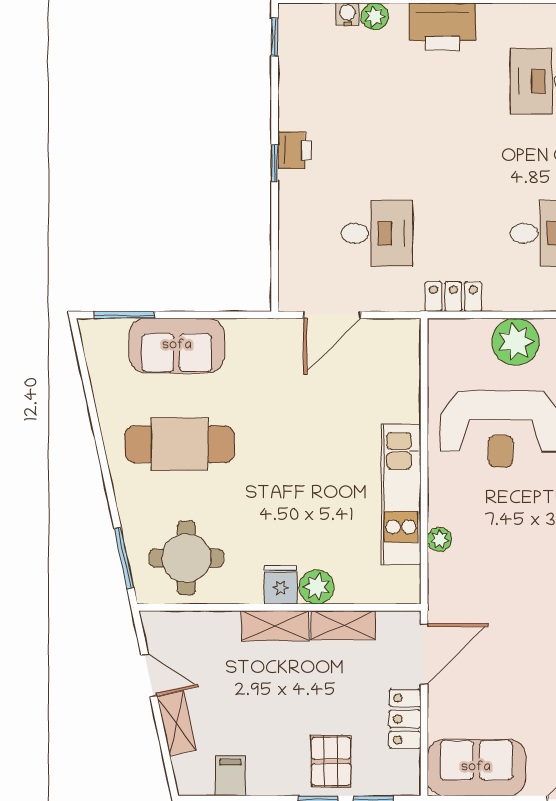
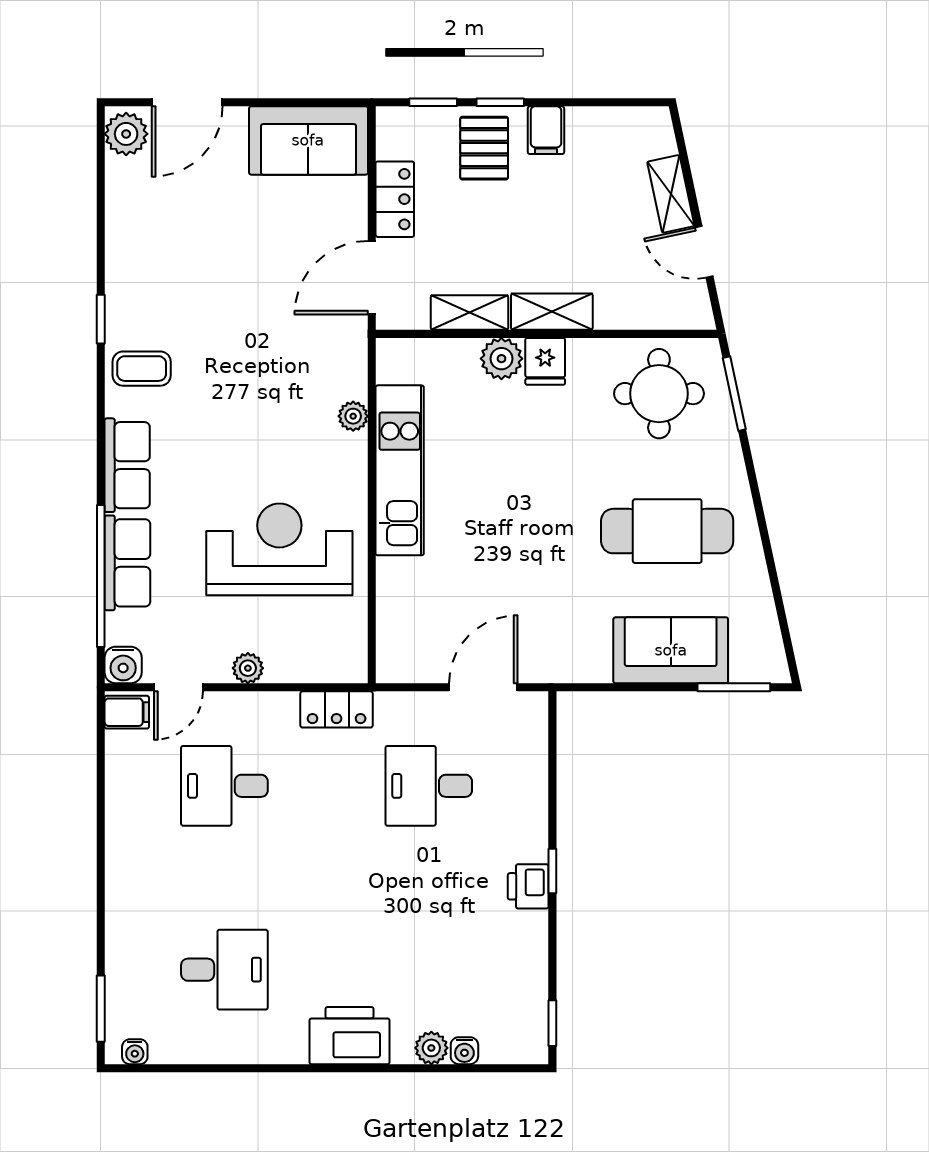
plant: (516, 342) -> (248, 668), width x0.53, depth x0.53
filing cabinet: (230, 776) -> (546, 130), moved

